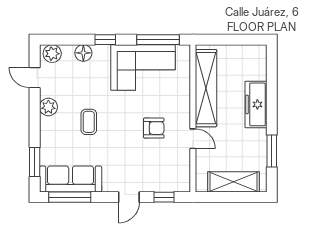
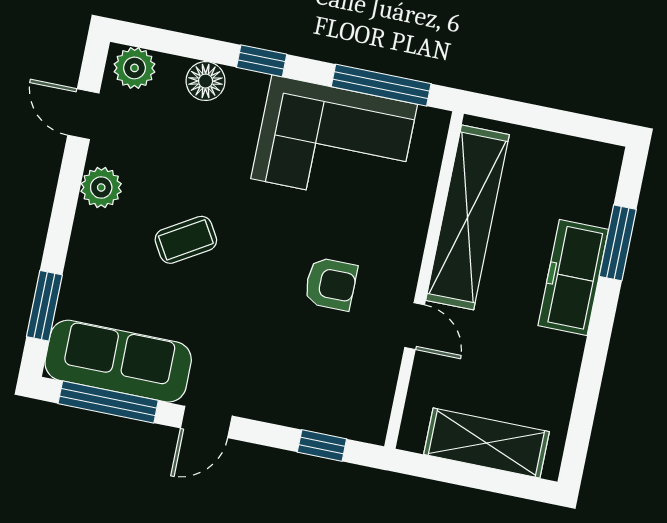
coffee table: (89, 122) -> (186, 240), turned 59
window: (272, 151) -> (618, 243), moved
door: (129, 197) -> (206, 422), moved

